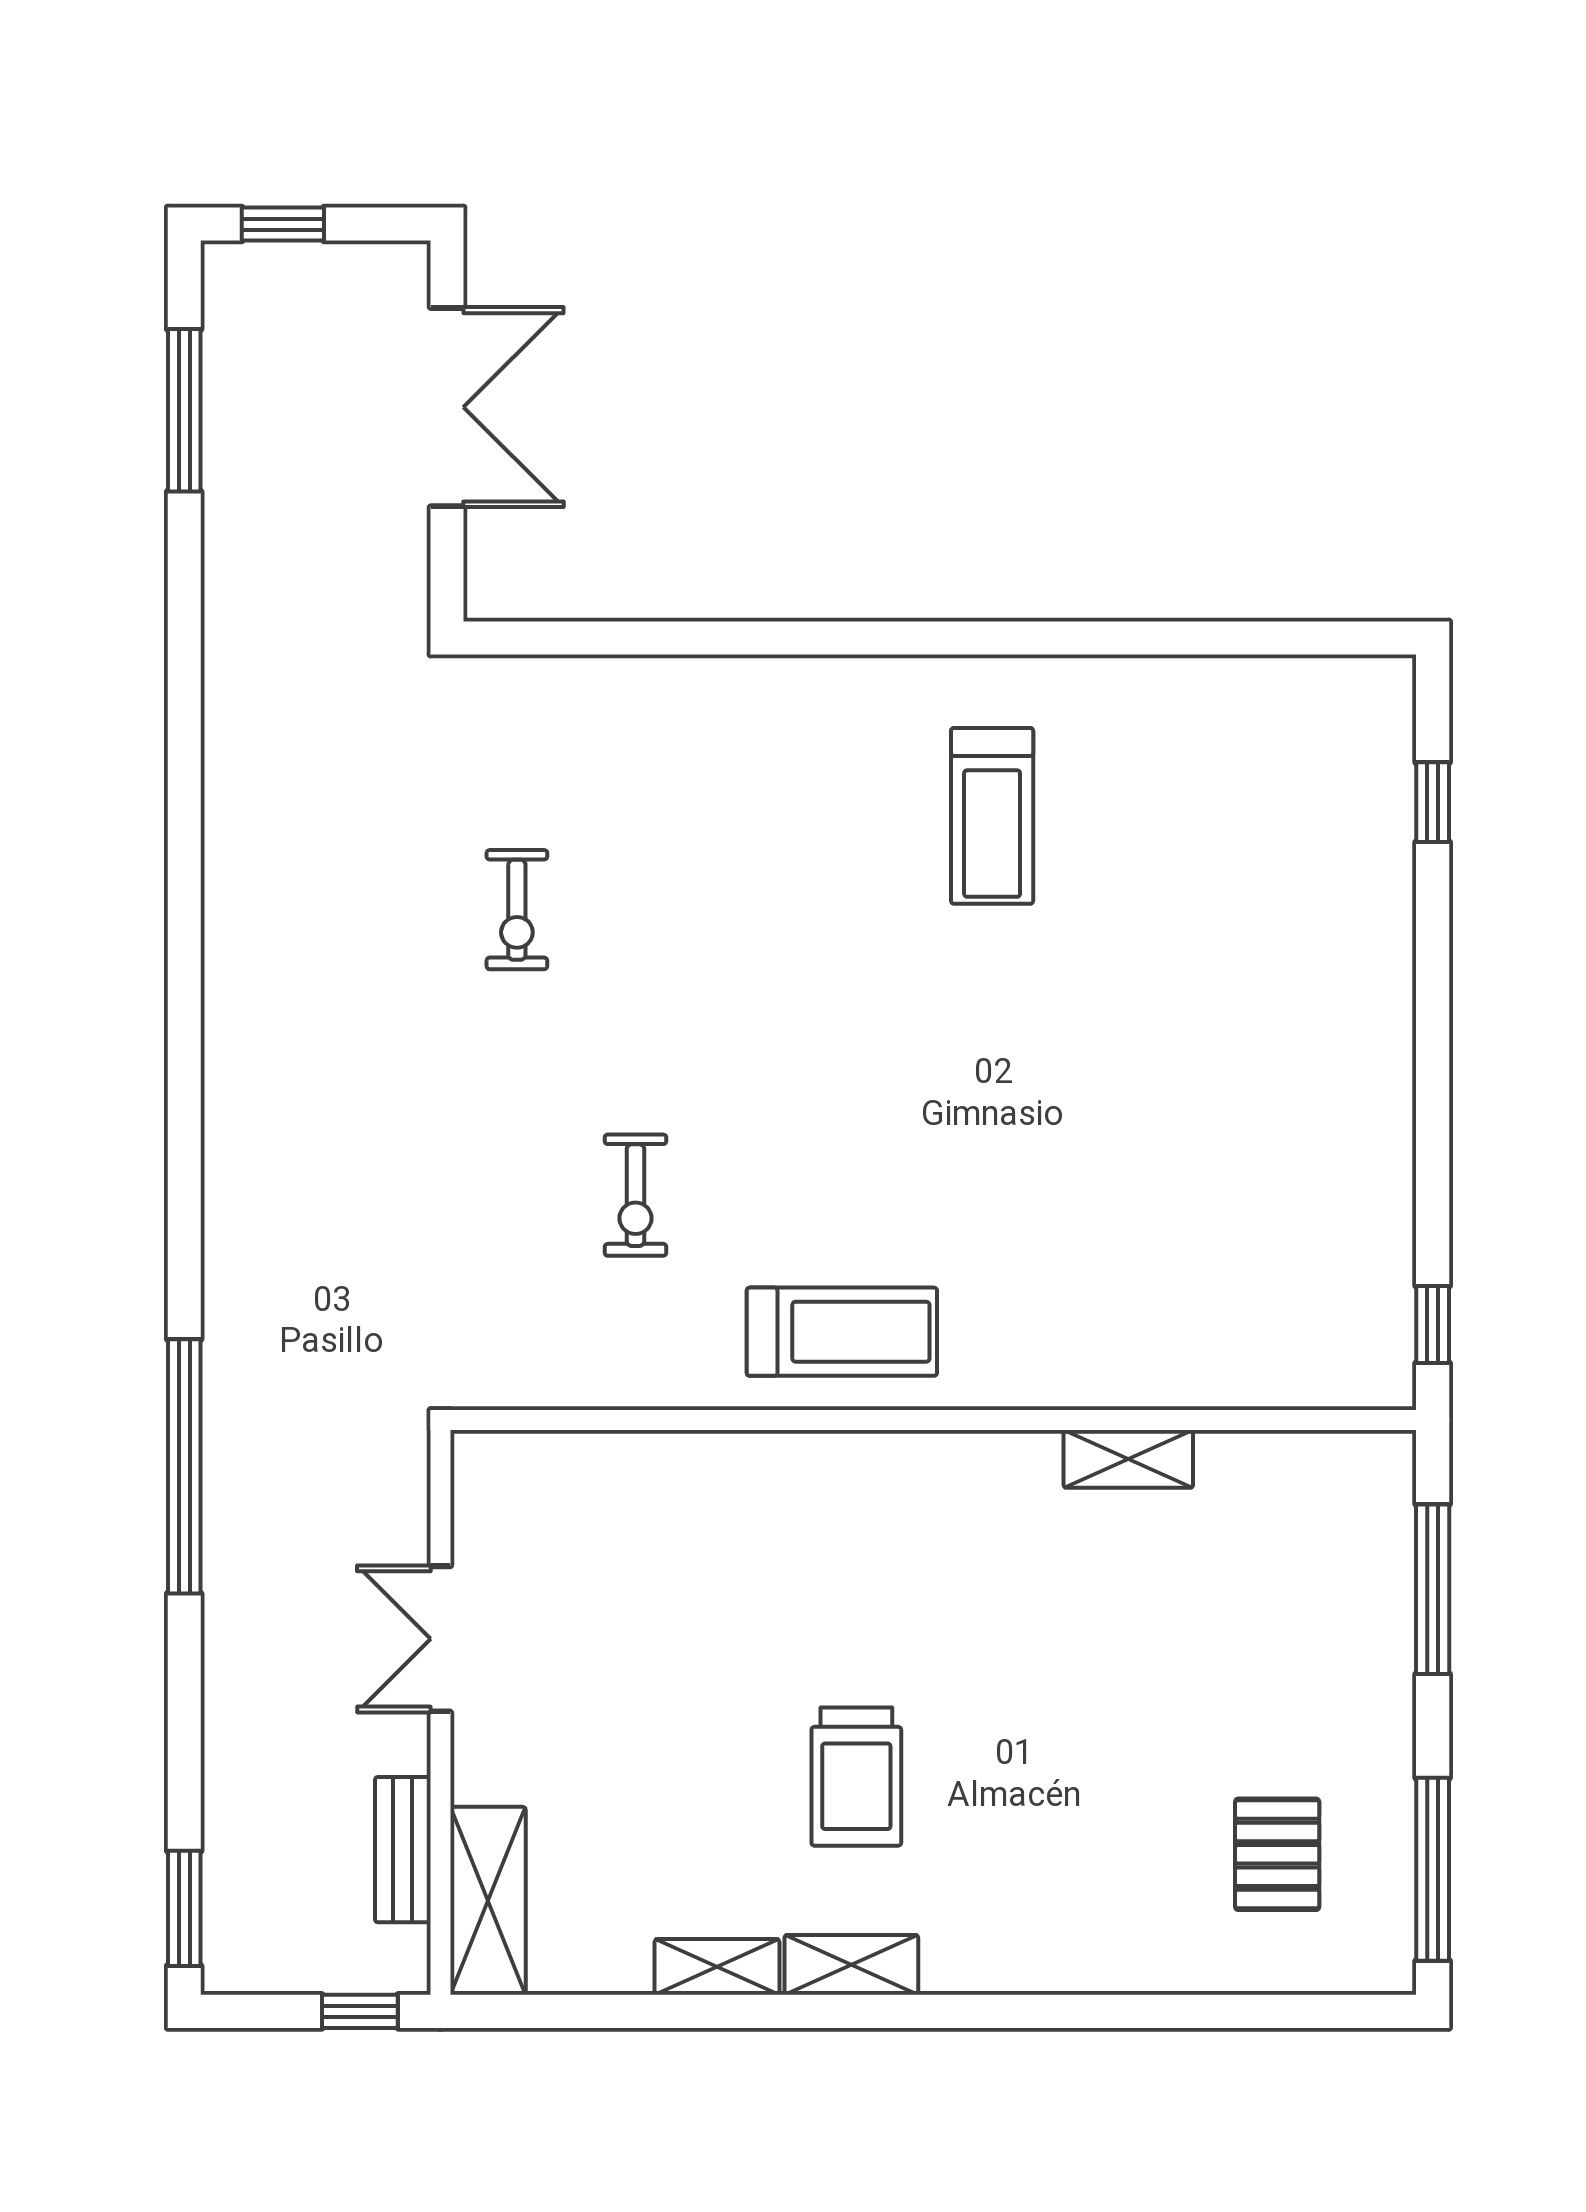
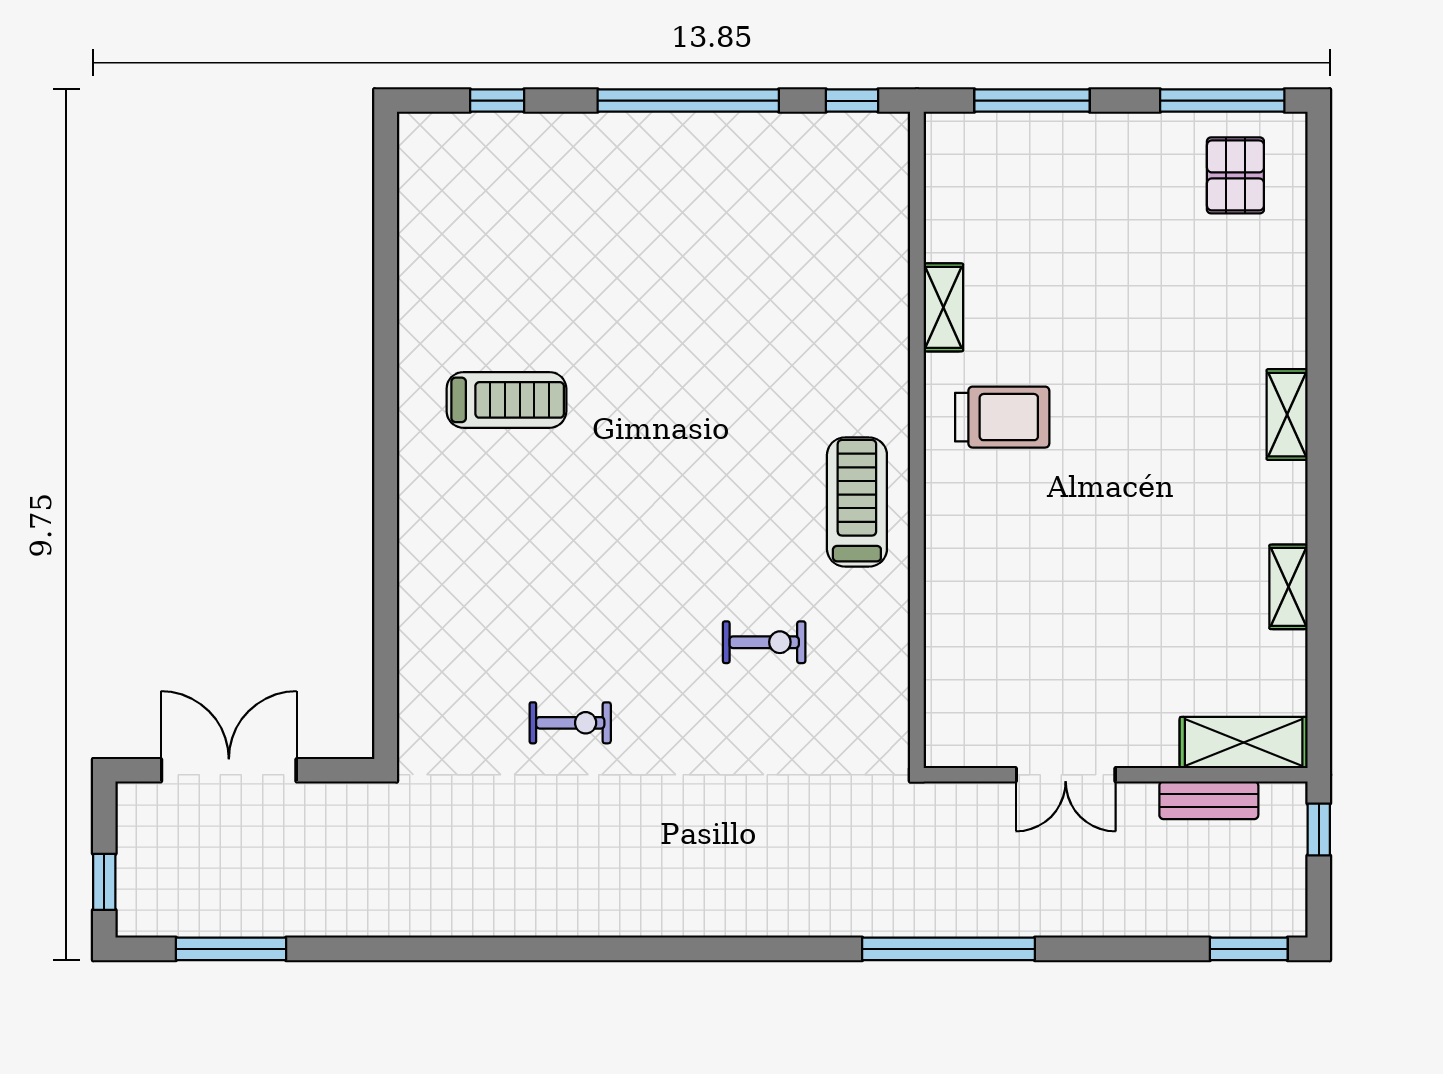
window: (1433, 1083) -> (688, 101), added
trolley: (856, 1777) -> (1002, 417), moved
pallet: (1277, 1854) -> (1235, 175), moved, turned 90
shelving: (851, 1965) -> (1287, 415), moved

